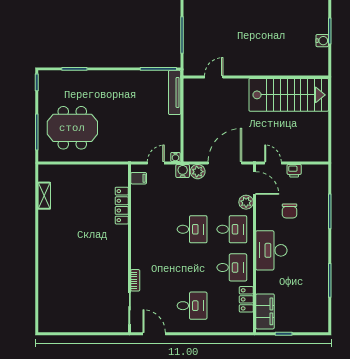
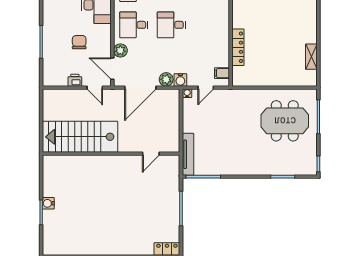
door: (214, 77) -> (151, 154), moved
wall: (256, 77) -> (111, 154), moved
stairs: (289, 95) -> (80, 137), moved

